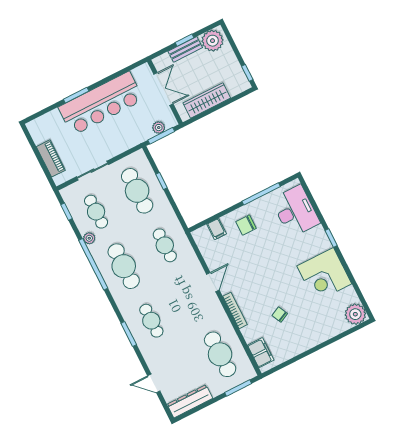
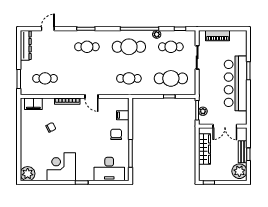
cafe table: (220, 354) -> (45, 78), width x0.73, depth x0.74

